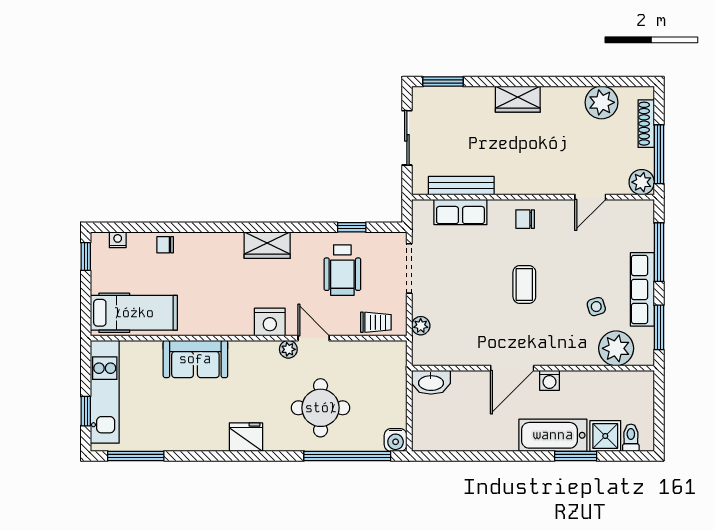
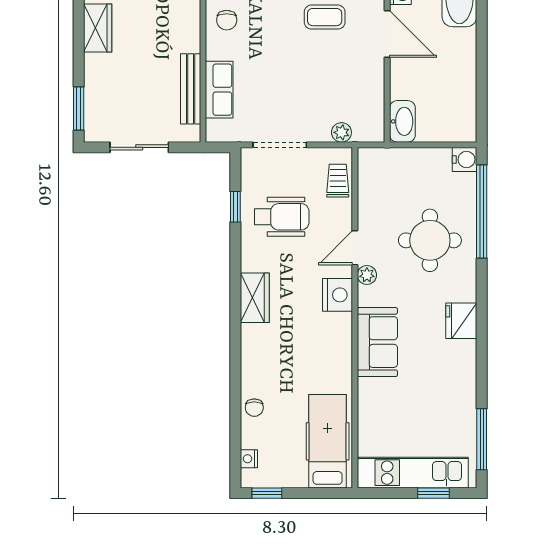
coffee table: (524, 284) -> (325, 17), moved
sofa: (195, 359) -> (377, 342), moved

